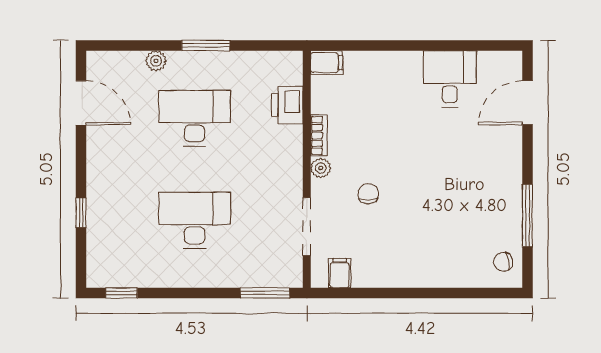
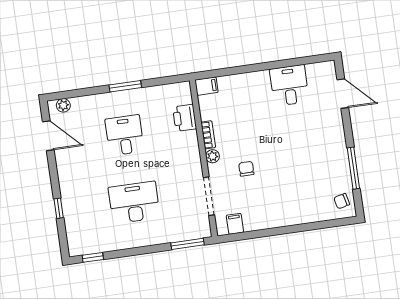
plant: (156, 61) -> (63, 105), moved
door: (527, 103) -> (343, 94), swing flipped
desk: (195, 118) -> (125, 135), width x0.73

